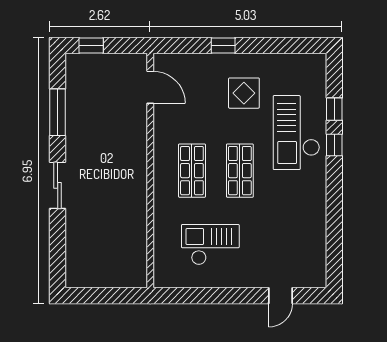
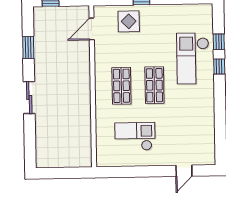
door: (150, 87) -> (92, 29), swing flipped
display table: (244, 93) -> (129, 21), moved
window: (58, 112) -> (28, 47), width x0.69

